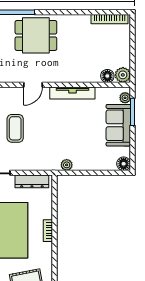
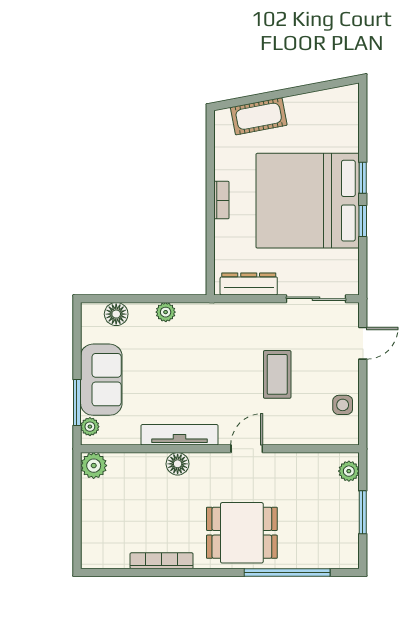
bookcase: (109, 19) -> (162, 561), moved
floor lamp: (107, 76) -> (178, 464), moved
floor lamp: (124, 164) -> (116, 314), moved
plant: (67, 165) -> (166, 312), moved

